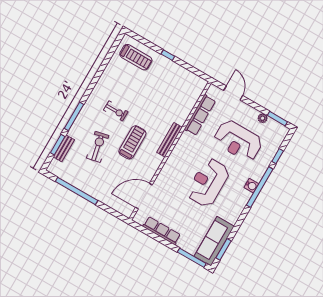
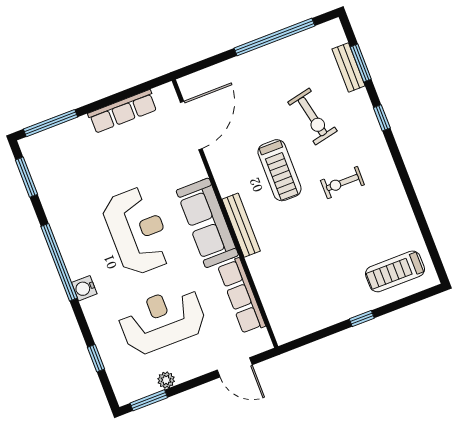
window: (74, 116) -> (382, 118), width x0.46
window: (260, 187) -> (59, 262), moved
sofa: (214, 241) -> (207, 223), moved, turned 180

